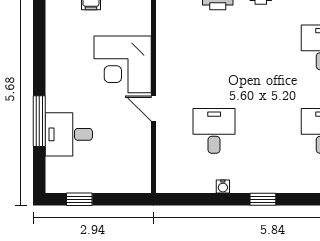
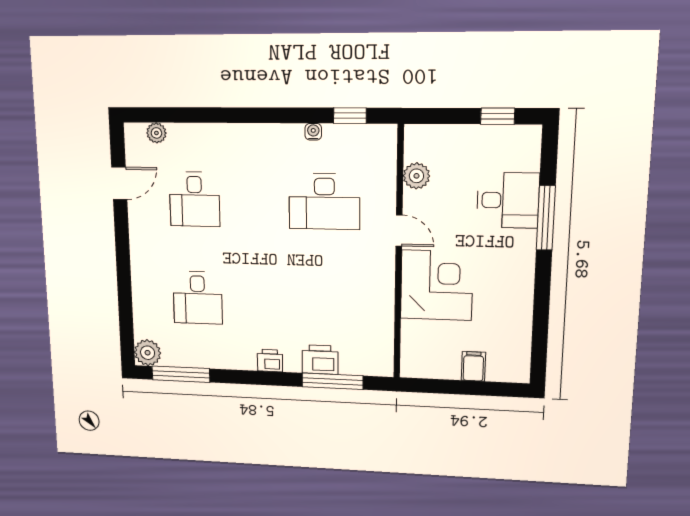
desk: (214, 131) -> (324, 202), width x1.37
plant: (140, 153) -> (416, 176), added
window: (263, 199) -> (350, 116), moved

